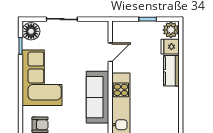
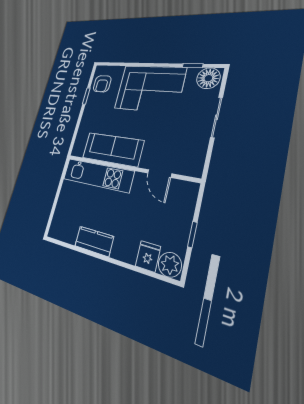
kitchen counter: (171, 71) -> (94, 241), moved

